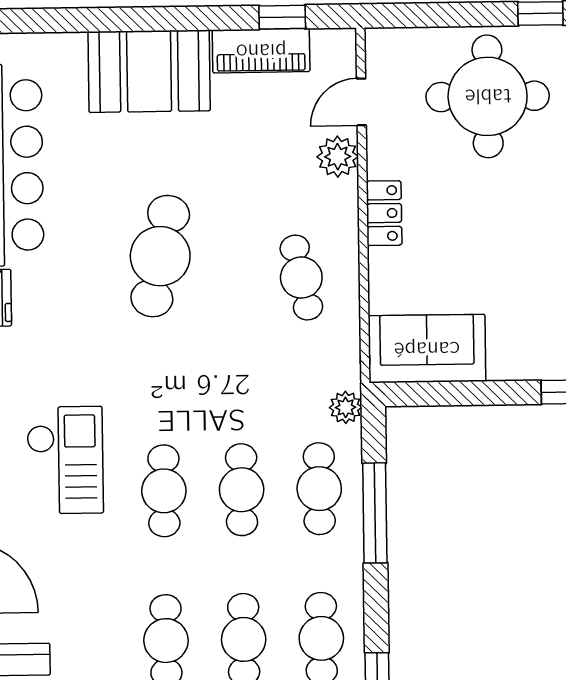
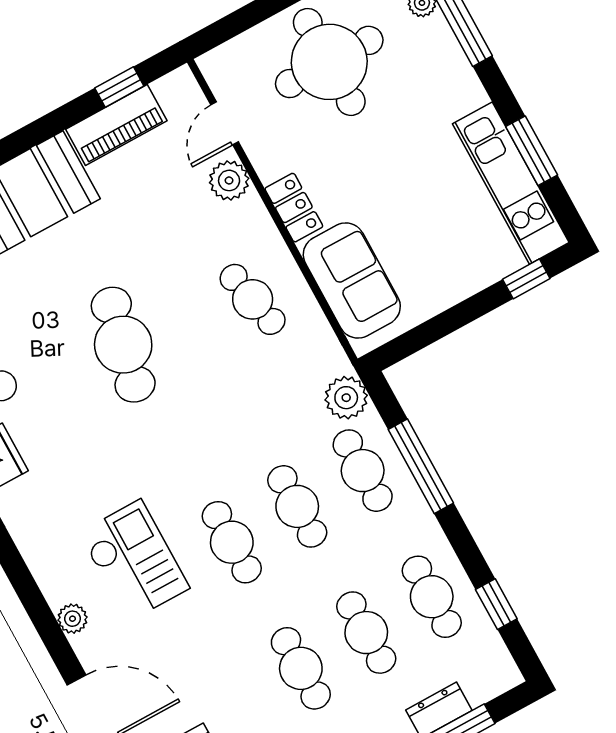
sofa: (427, 349) -> (352, 280), moved, turned 90
plant: (346, 407) -> (346, 398), width x1.38, depth x1.38

